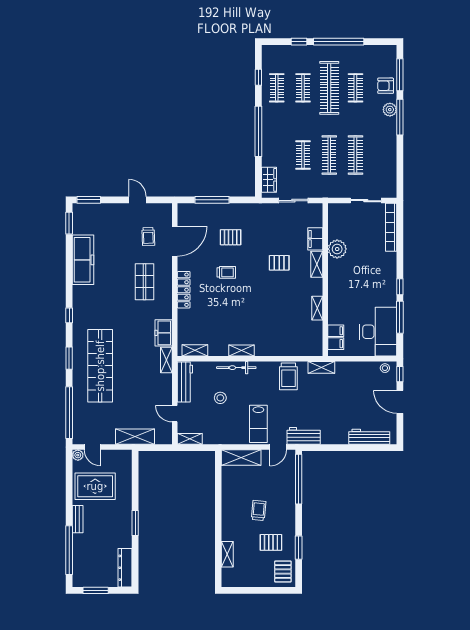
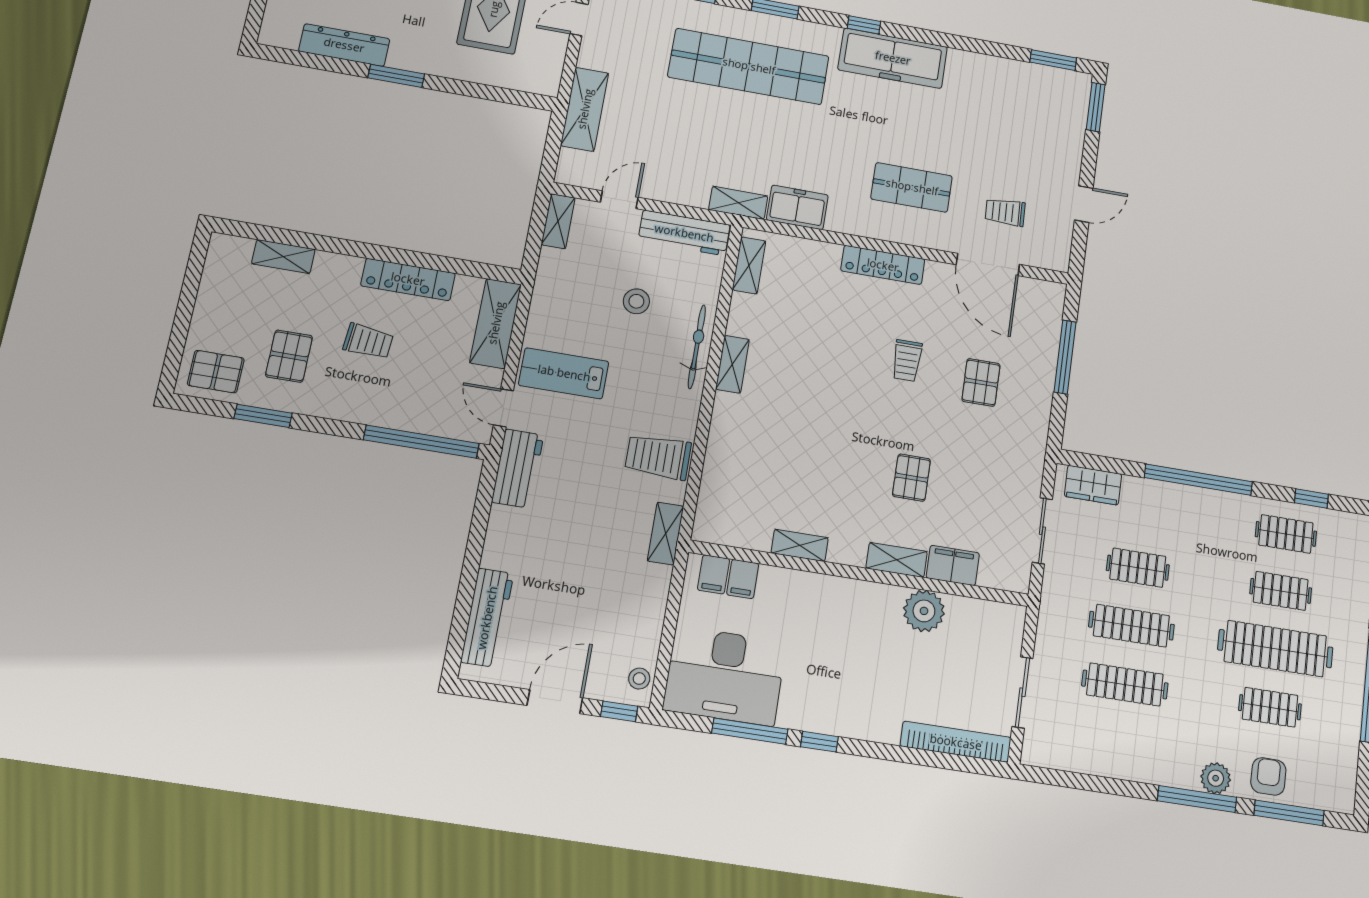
freezer: (83, 260) -> (893, 58), moved
locker: (228, 499) -> (408, 279), added
dresser: (125, 568) -> (344, 45), moved

